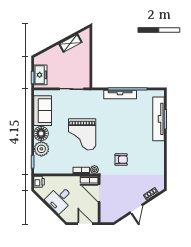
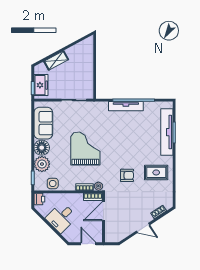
shelving: (70, 43) -> (56, 60), moved
grand piano: (82, 134) -> (85, 149), turned 180
rug: (149, 157) -> (156, 172), added
side table: (51, 167) -> (53, 183), added
door: (99, 193) -> (103, 211), hinge flipped
door: (136, 209) -> (143, 228), hinge flipped

